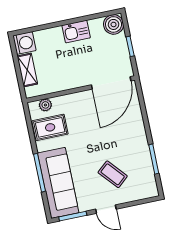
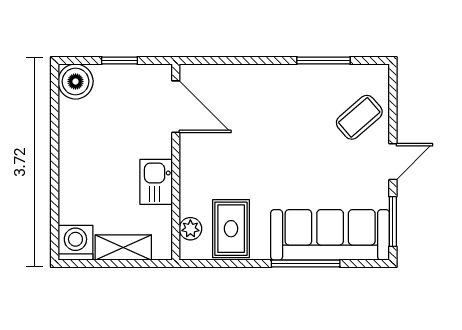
kitchen sink: (76, 32) -> (156, 182), moved, turned 180
door: (111, 83) -> (176, 107), width x0.73
coffee table: (113, 174) -> (359, 117), moved

